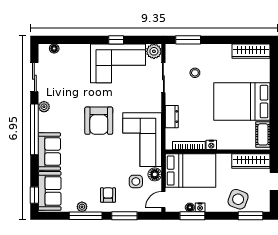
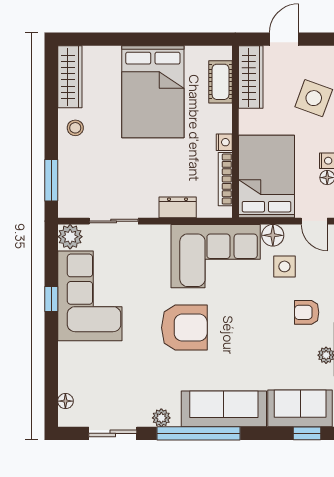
stool: (195, 73) -> (75, 128), moved
cot: (263, 134) -> (220, 82), moved, turned 90
sofa: (49, 151) -> (224, 409), width x1.36

